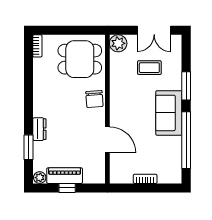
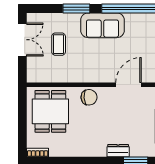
plant: (118, 43) -> (35, 74), removed

